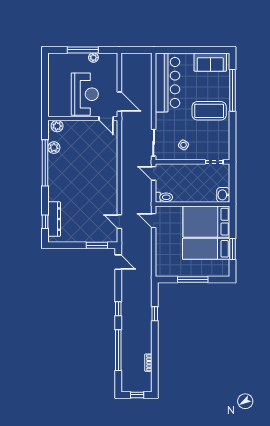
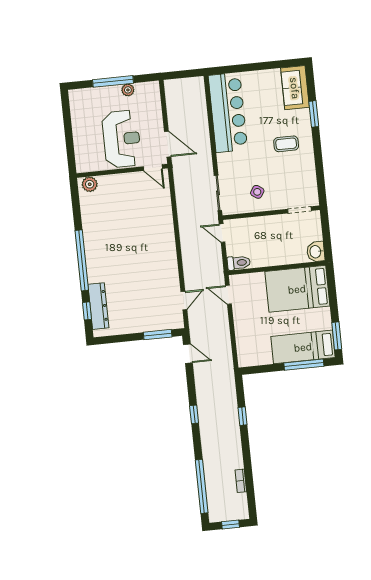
sofa: (210, 62) -> (295, 88), moved, turned 90
window: (232, 90) -> (314, 114), width x0.47
coffee table: (209, 111) -> (286, 144), width x0.54, depth x0.58
plant: (54, 148) -> (88, 213), removed
window: (45, 163) -> (82, 260), moved
door: (119, 222) -> (184, 301), swing flipped
bed: (206, 249) -> (303, 347), moved
window: (232, 249) -> (337, 336), moved
window: (193, 280) -> (304, 365), moved
window: (118, 350) -> (202, 486), moved

